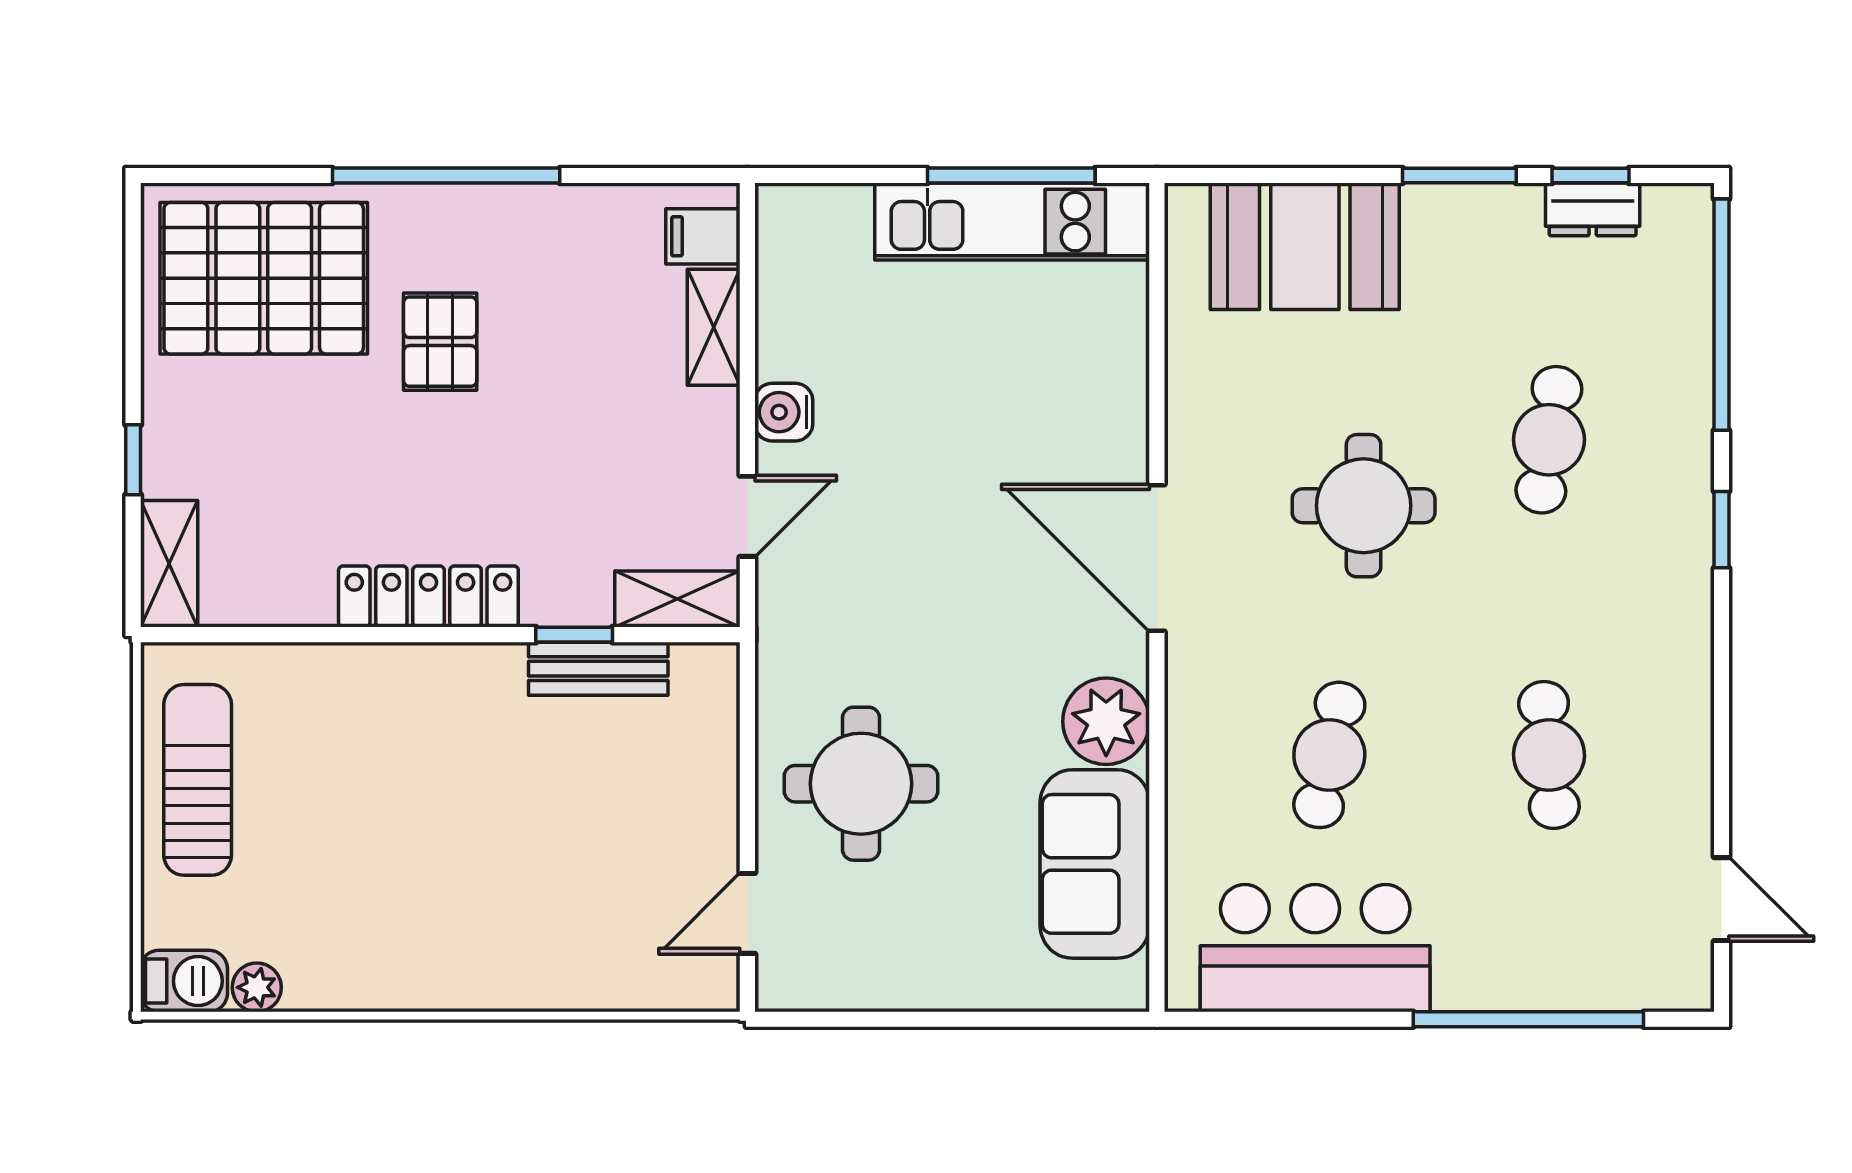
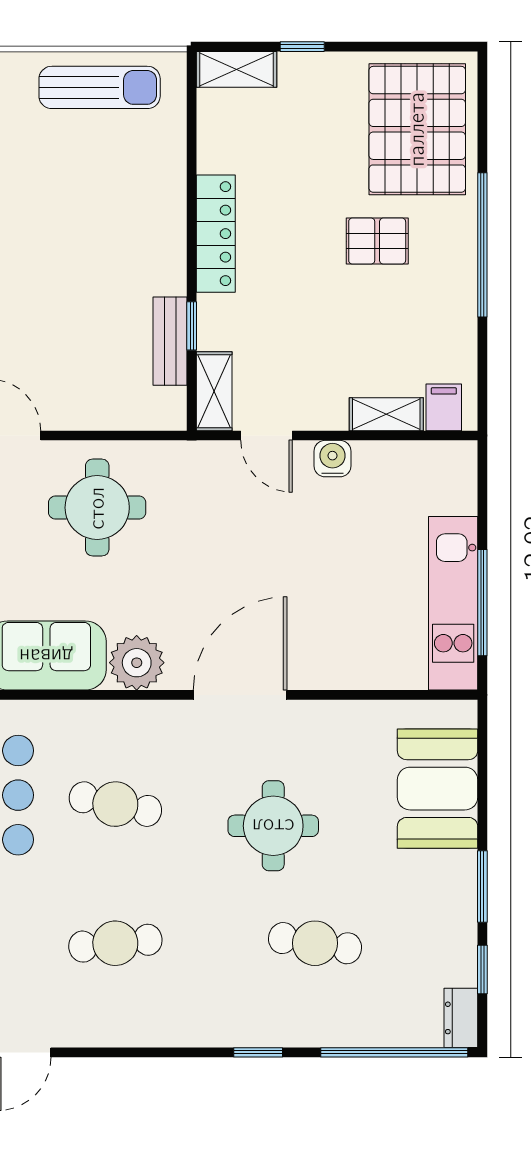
dresser: (1593, 209) -> (461, 1018), moved

